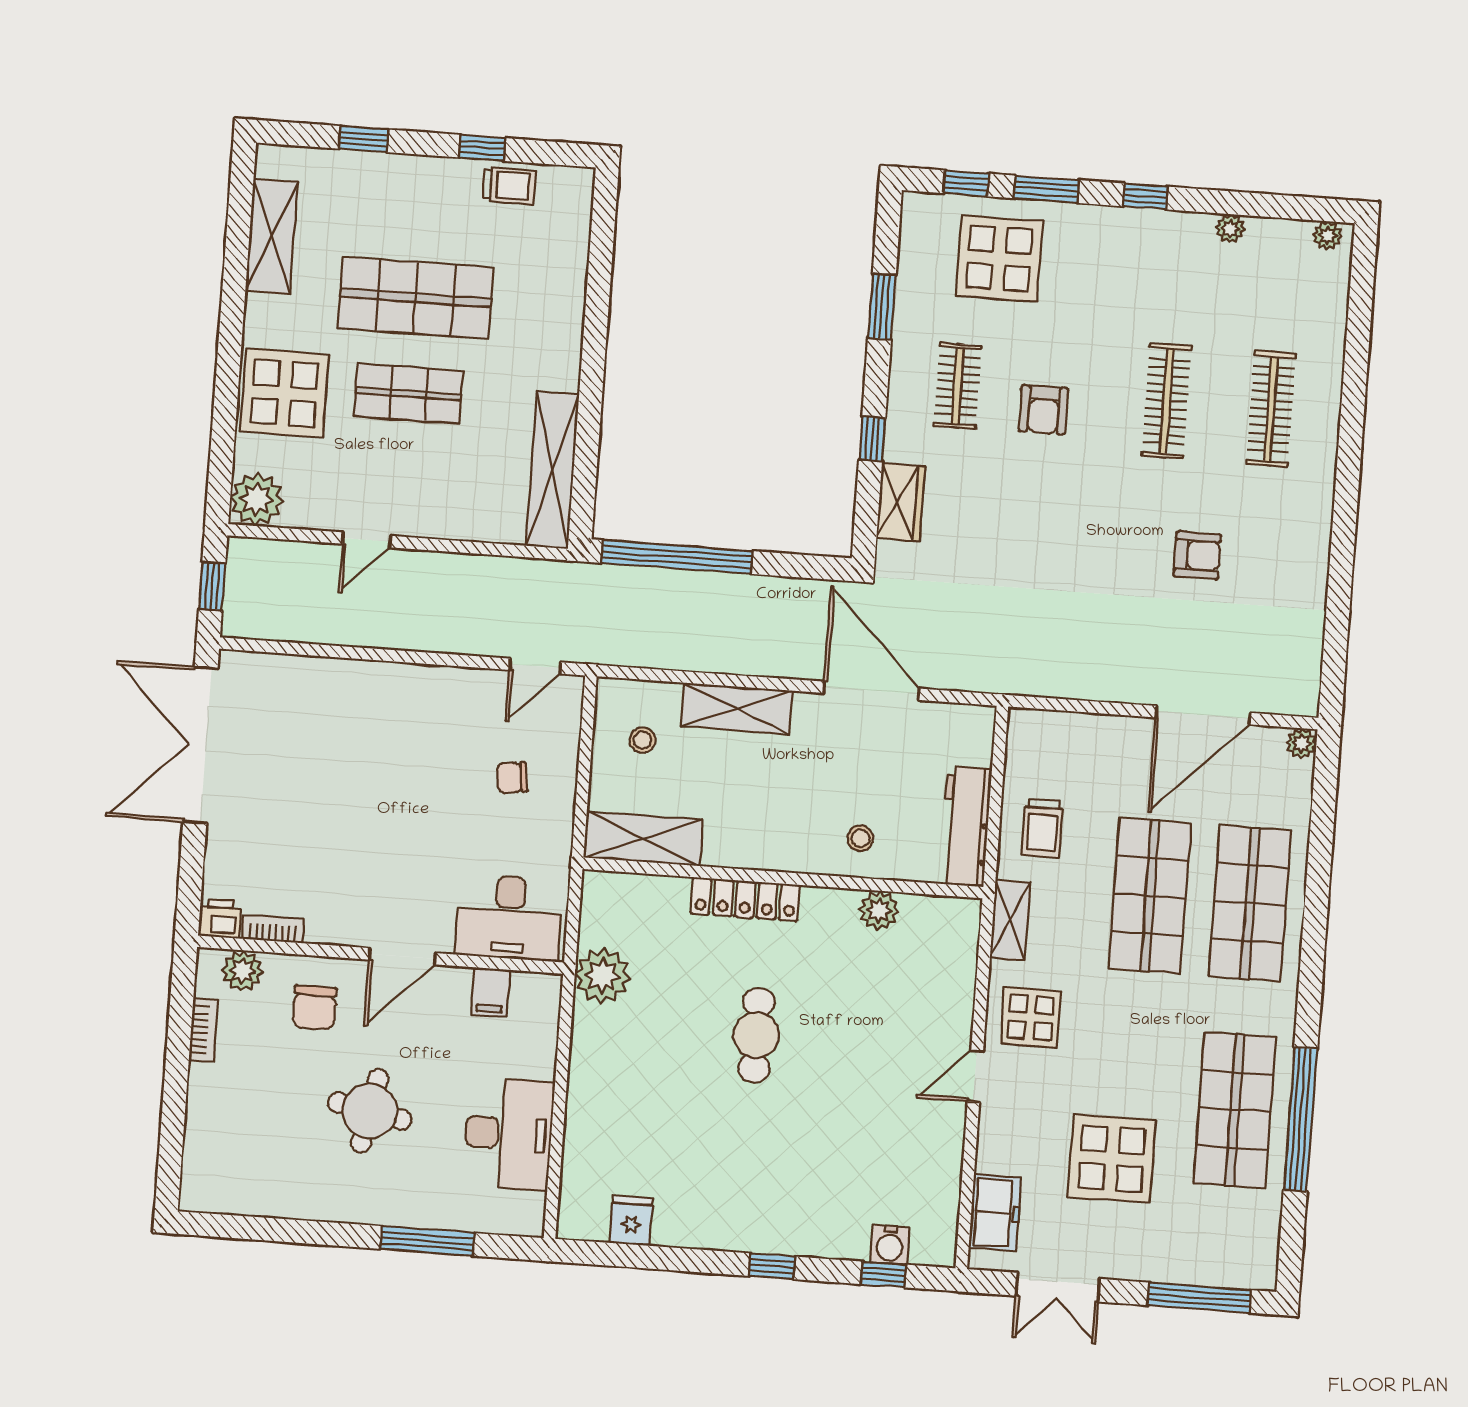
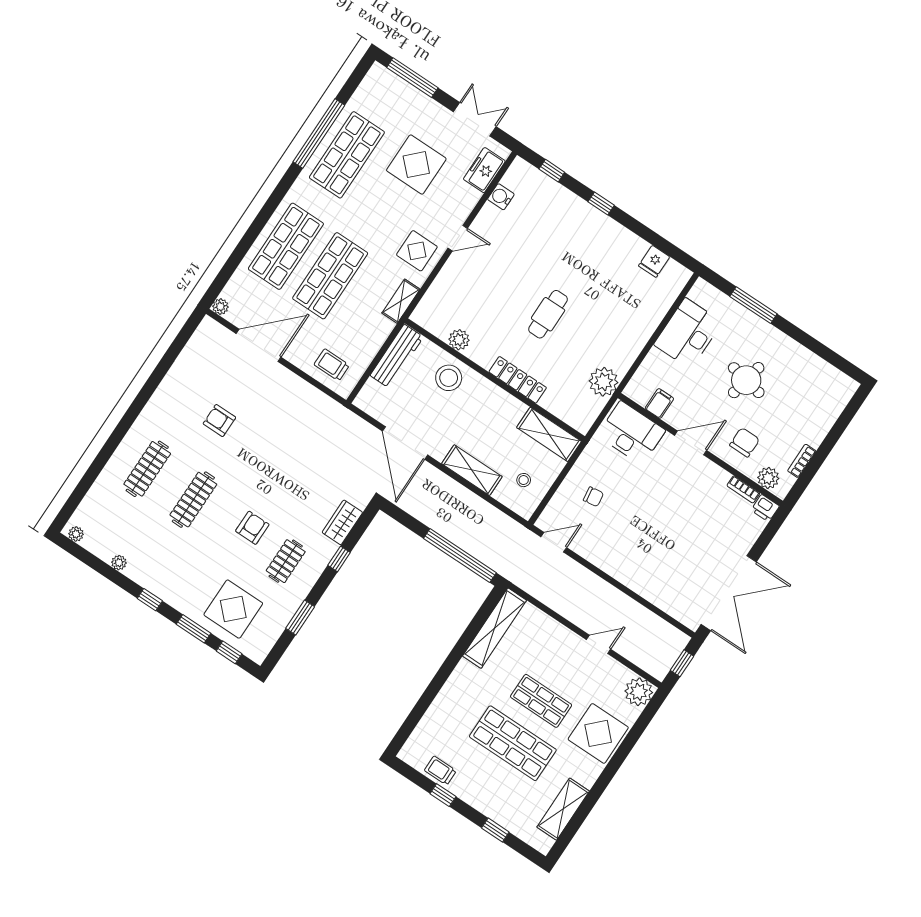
trolley: (1042, 828) -> (332, 365), moved, turned -90
stool: (860, 838) -> (449, 378), width x1.89, depth x1.89
water cooler: (890, 1245) -> (501, 197), moved, turned -90

